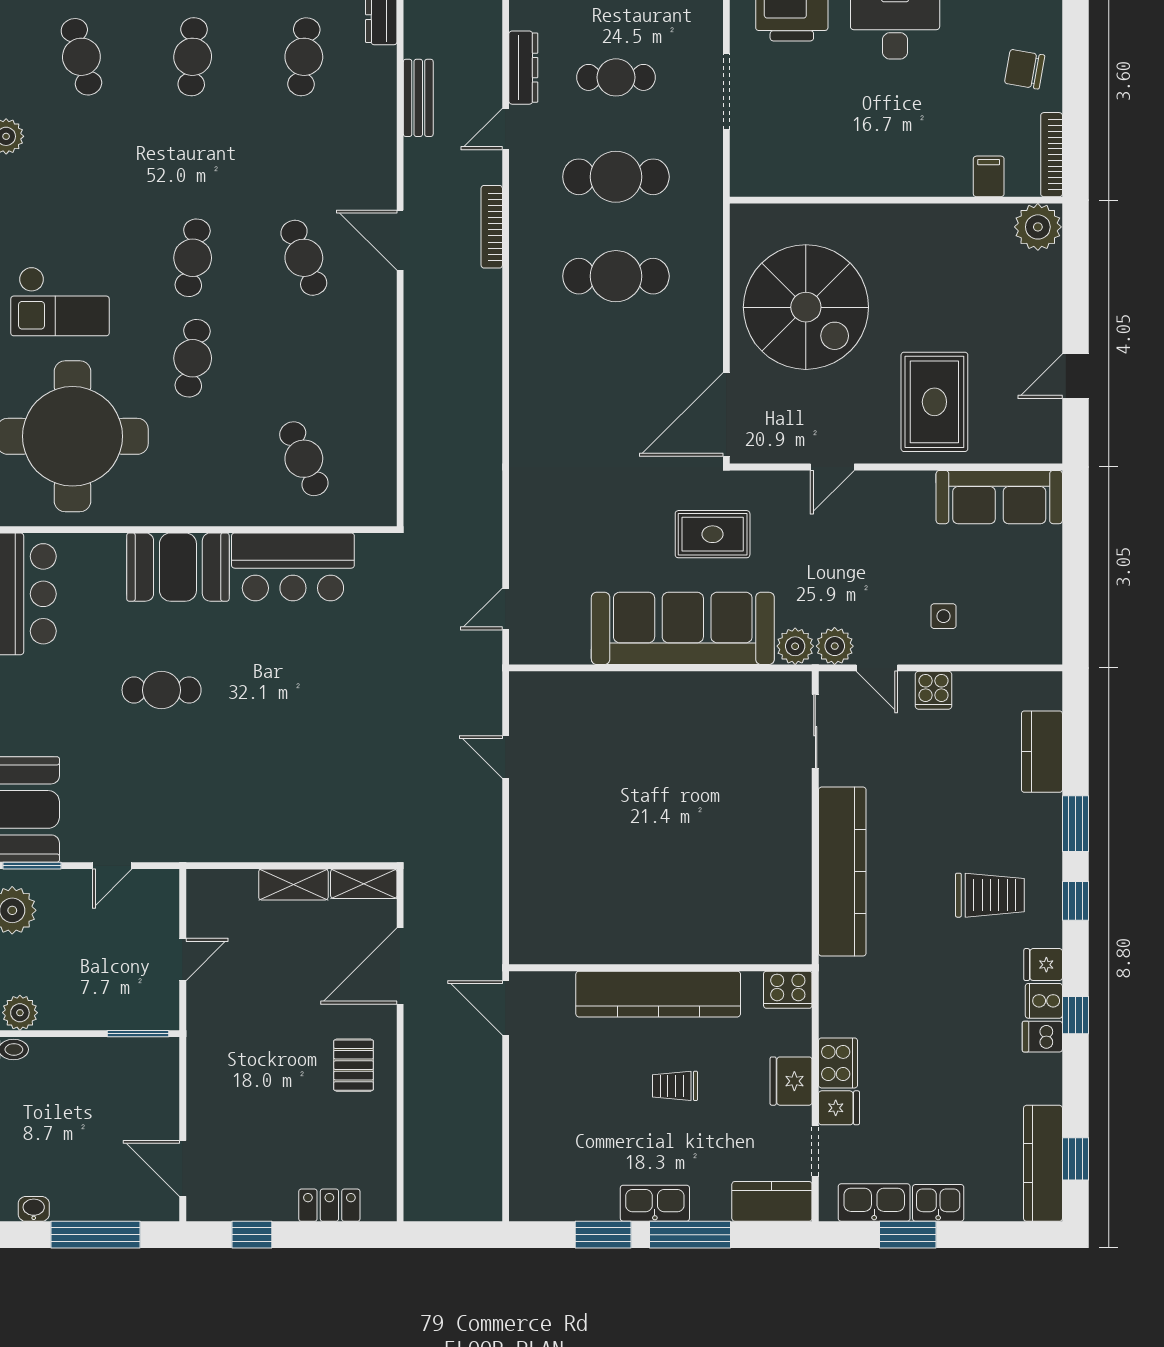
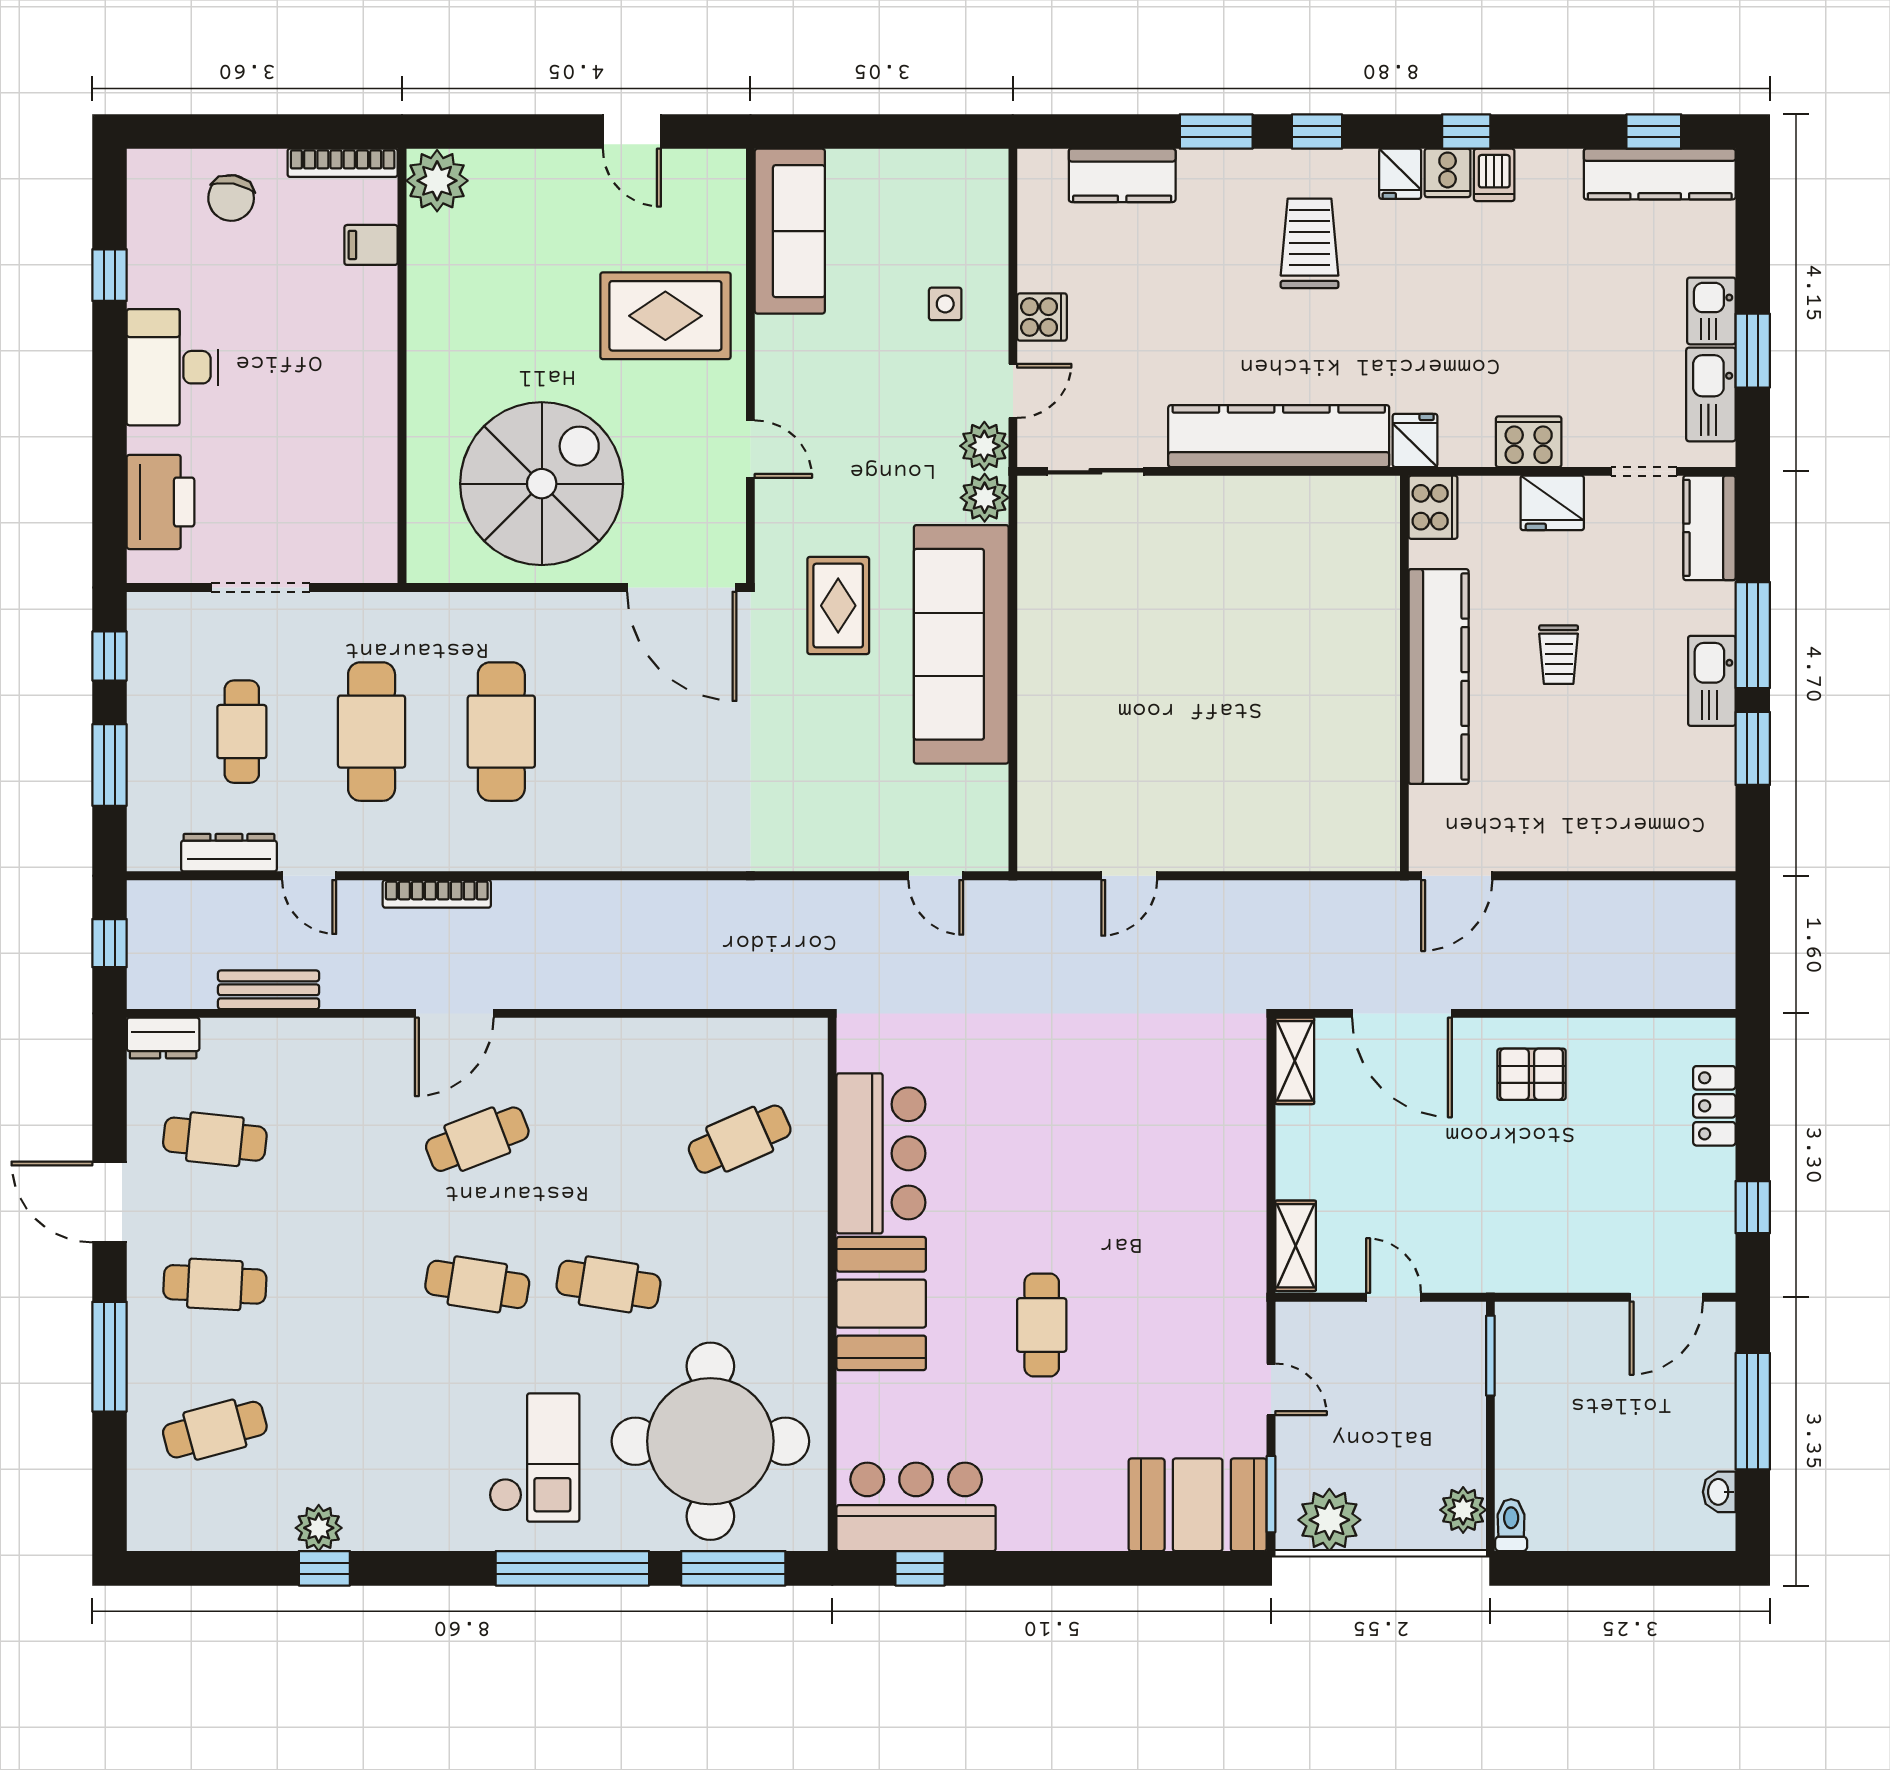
shelving: (293, 884) -> (1296, 1246), moved
fridge: (839, 1108) -> (1415, 440), moved

